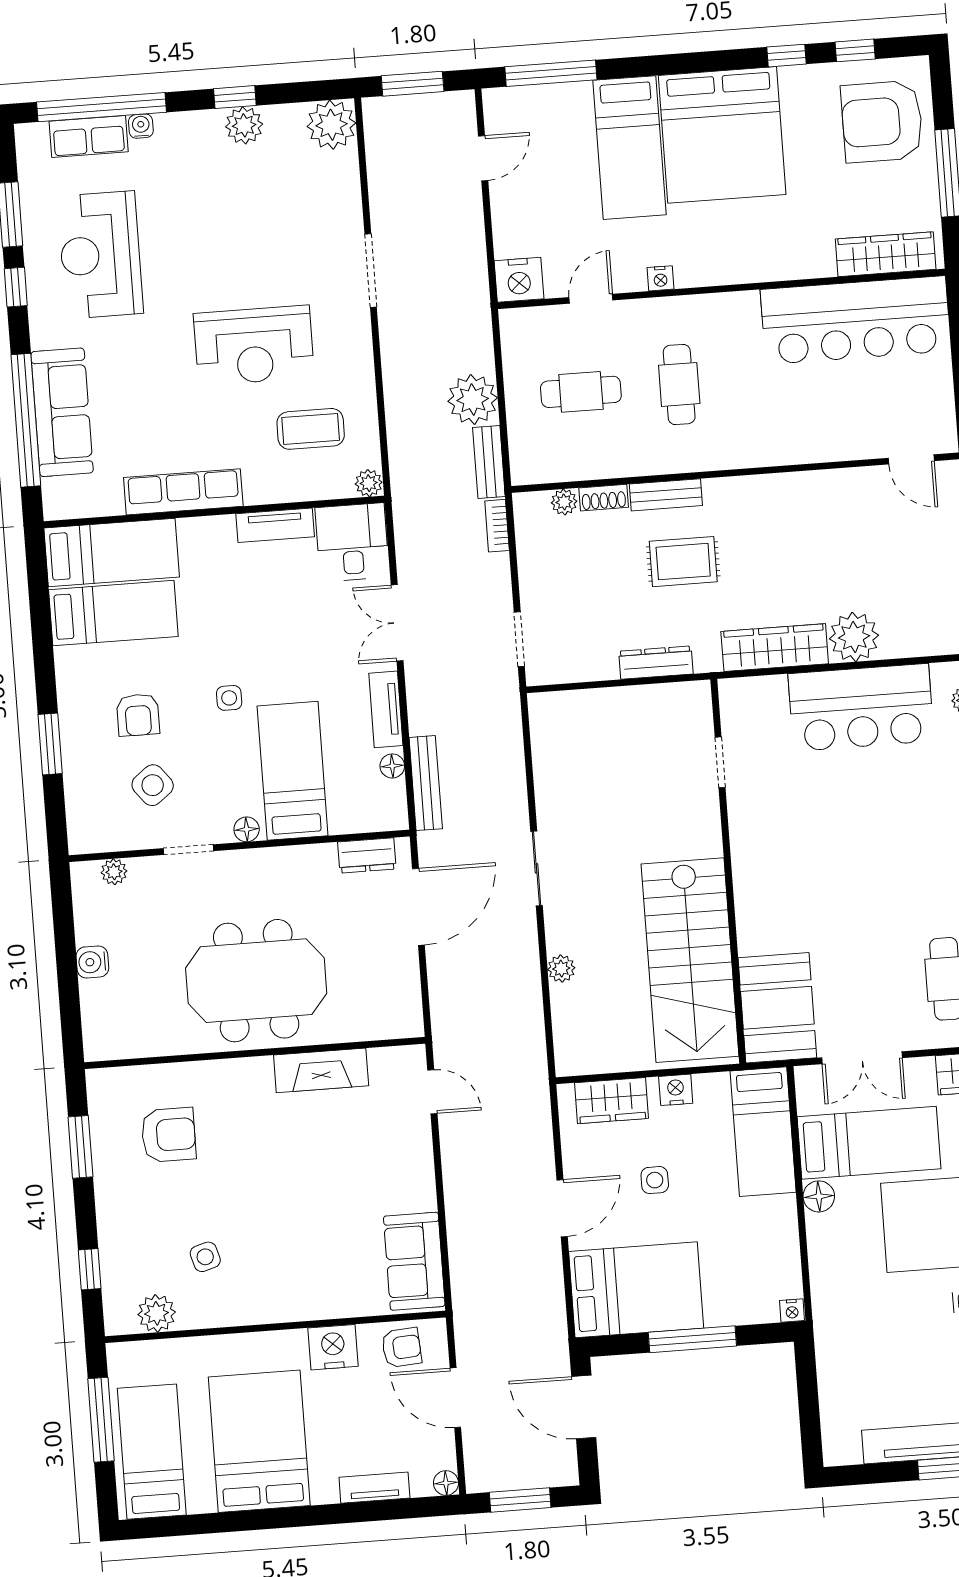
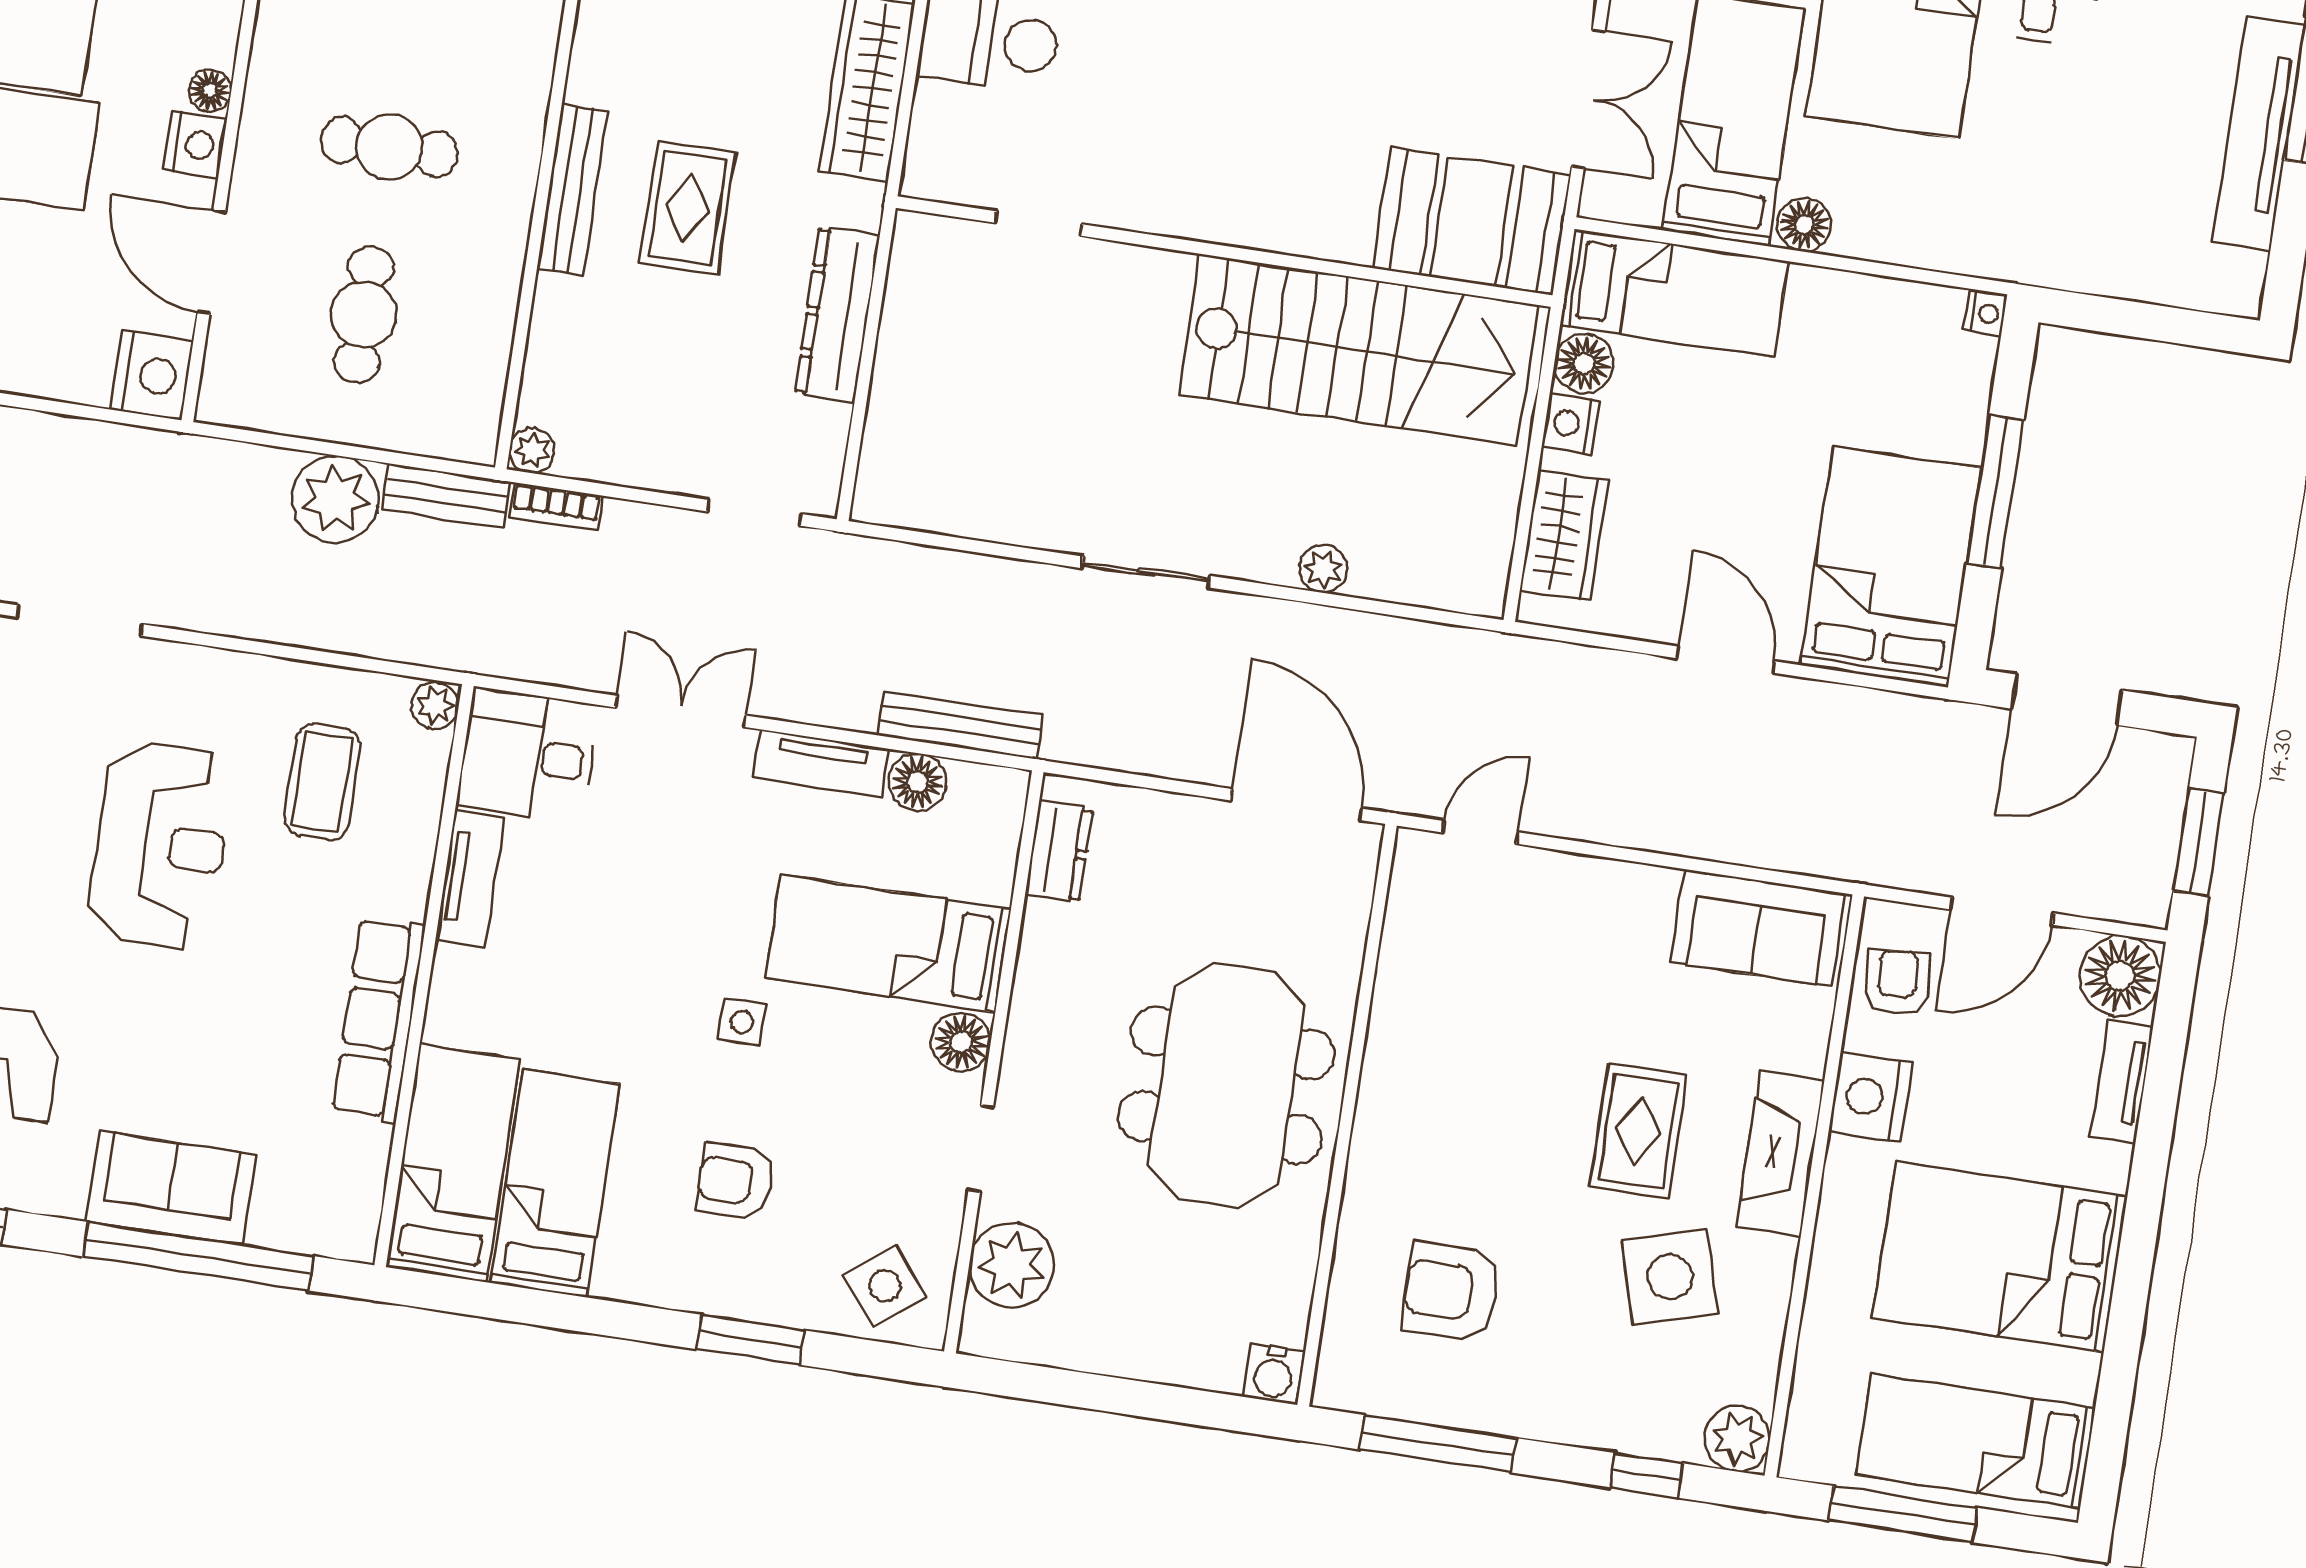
floor lamp: (688, 276) -> (210, 90), added
nightstand: (660, 278) -> (195, 145), width x1.39, depth x1.35
door: (591, 299) -> (211, 262), width x1.38
sofa: (62, 412) -> (170, 1188), width x0.73
bench: (666, 495) -> (572, 190), width x1.36
shoe rack: (604, 498) -> (550, 317), removed
plant: (564, 502) -> (532, 451), moved
double door: (397, 623) -> (680, 711), swing flipped
dresser: (656, 663) -> (837, 314), width x1.37, depth x1.24
armchair: (138, 715) -> (735, 1181), turned 180
floor lamp: (392, 766) -> (917, 782), width x1.37, depth x1.37
side table: (153, 785) -> (885, 1286), moved
floor lamp: (247, 829) -> (961, 1042), width x1.37, depth x1.37
plant: (114, 872) -> (1012, 1265), width x1.88, depth x1.88
door: (418, 907) -> (1297, 805), moved
water cooler: (92, 962) -> (1274, 1374), moved
fireplace: (321, 1070) -> (1780, 1154), moved, turned 180
floor lamp: (712, 1090) -> (1584, 363), added
armchair: (169, 1135) -> (1451, 1291), turned -90
window: (80, 1147) -> (1438, 1444), width x1.44
side table: (655, 1180) -> (1714, 494), removed
rug: (284, 1220) -> (1638, 1131), added
side table: (205, 1257) -> (1670, 1277), width x1.87, depth x1.87
plant: (157, 1313) -> (1737, 1438), moved
floor lamp: (446, 1483) -> (2120, 976), width x1.89, depth x1.89

